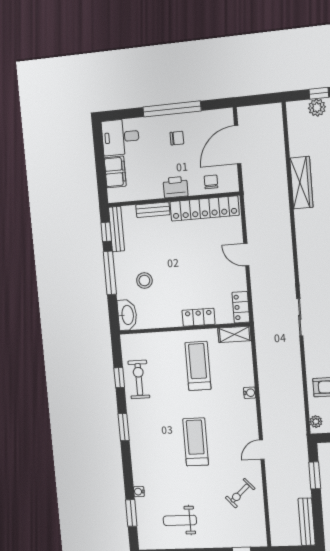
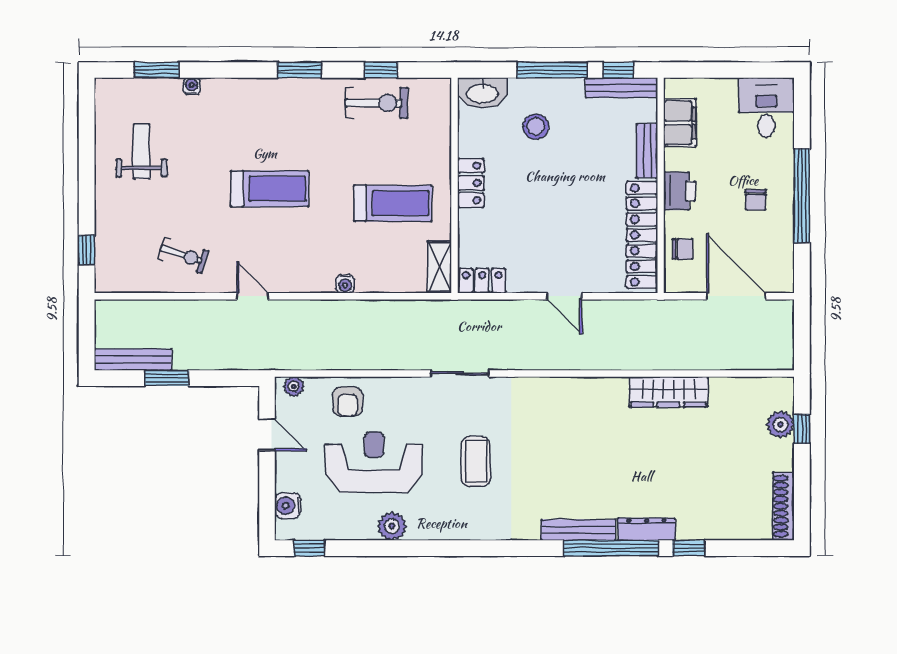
filing cabinet: (115, 172) -> (680, 123), moved, turned -90
door: (246, 255) -> (564, 296), swing flipped
locker: (199, 317) -> (471, 183), moved
window: (315, 475) -> (167, 378), moved
exercise bike: (240, 493) -> (183, 255), turned 150

